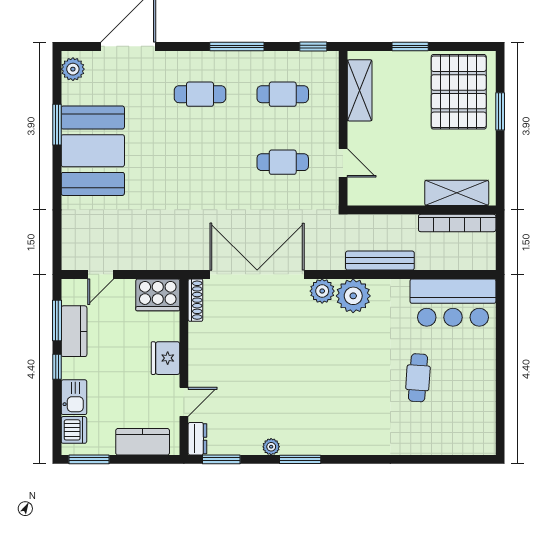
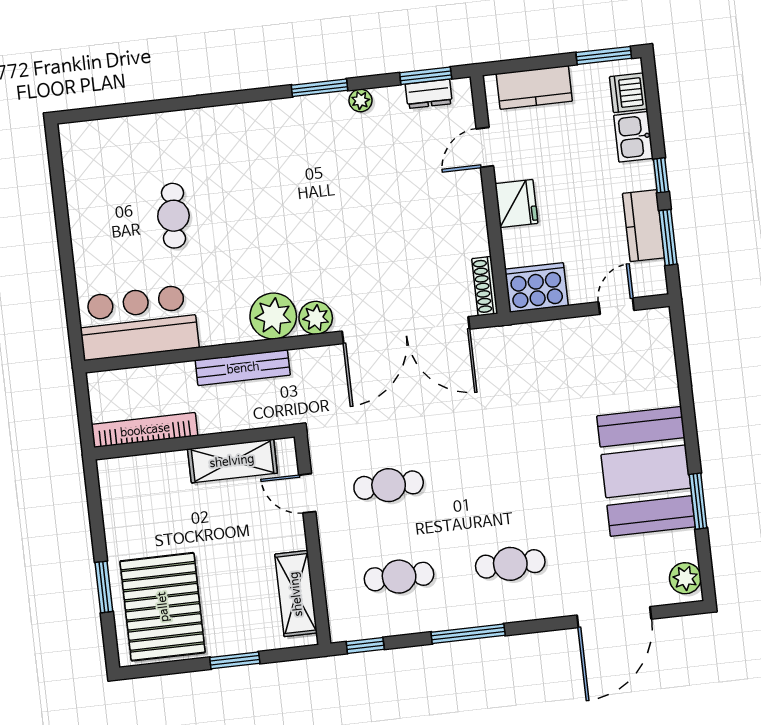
shelving: (457, 193) -> (232, 461), moved
dresser: (197, 439) -> (429, 94), moved, turned -90

